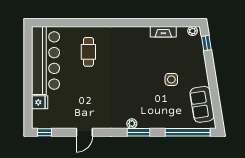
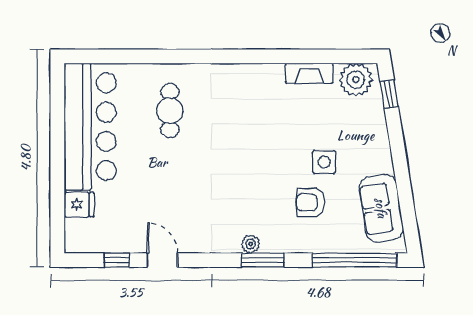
plant: (193, 31) -> (356, 80), width x1.88, depth x1.88
armchair: (164, 101) -> (311, 202), added
window: (45, 132) -> (117, 260), moved
door: (84, 132) -> (162, 260), swing flipped

